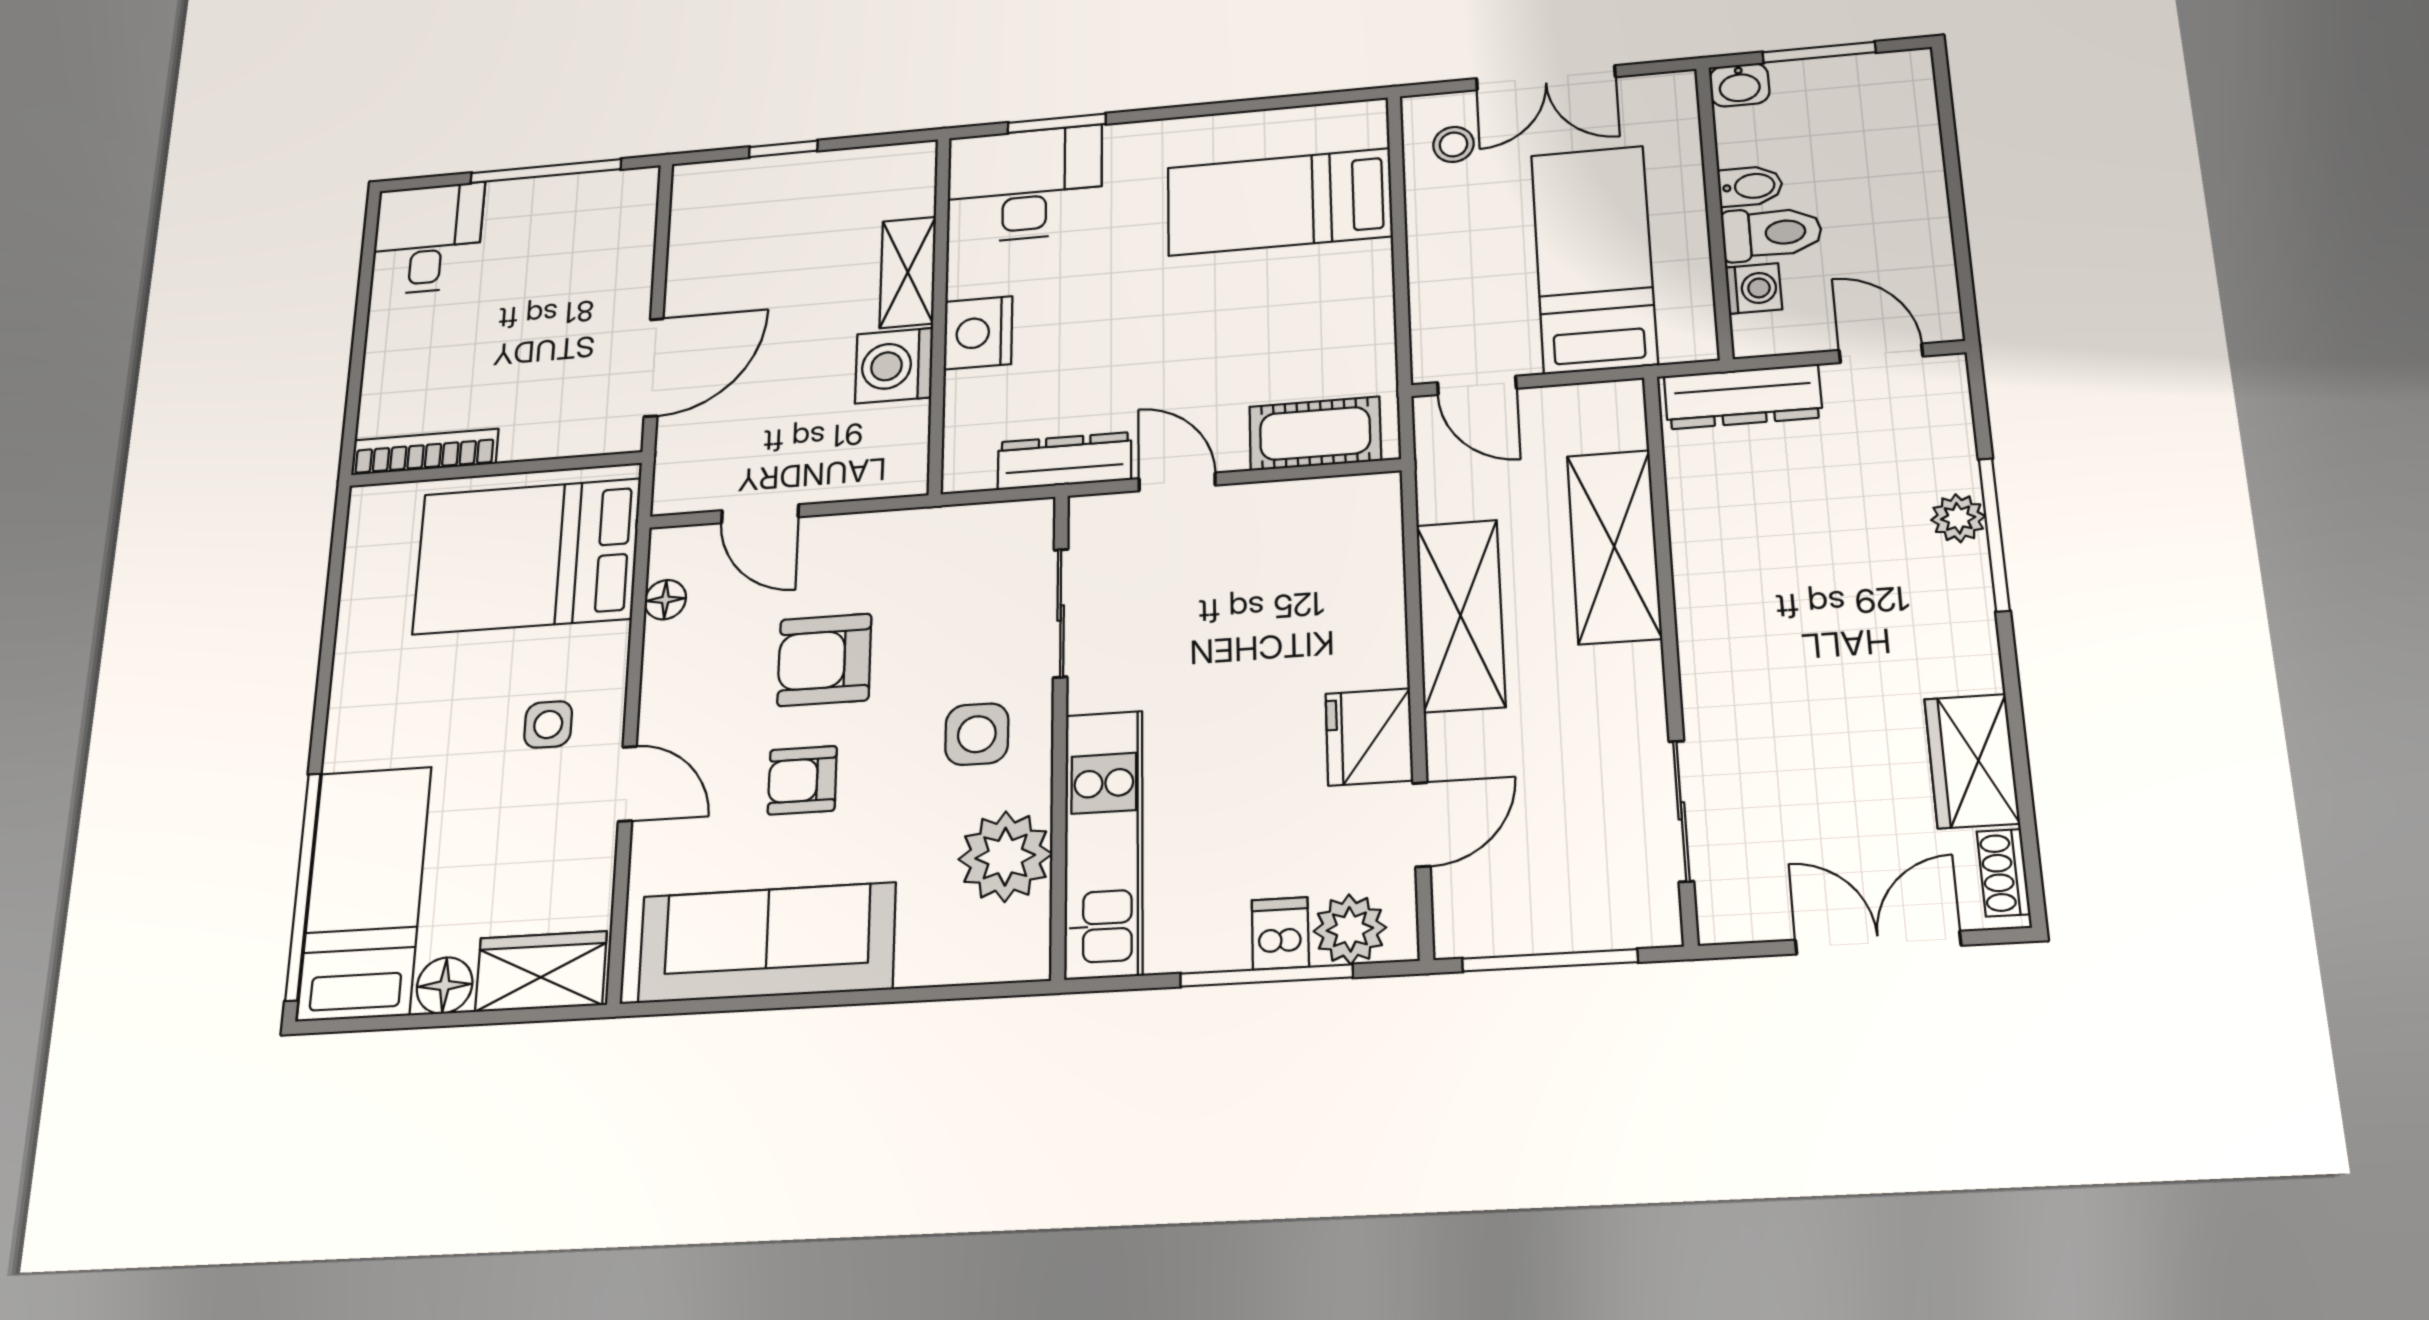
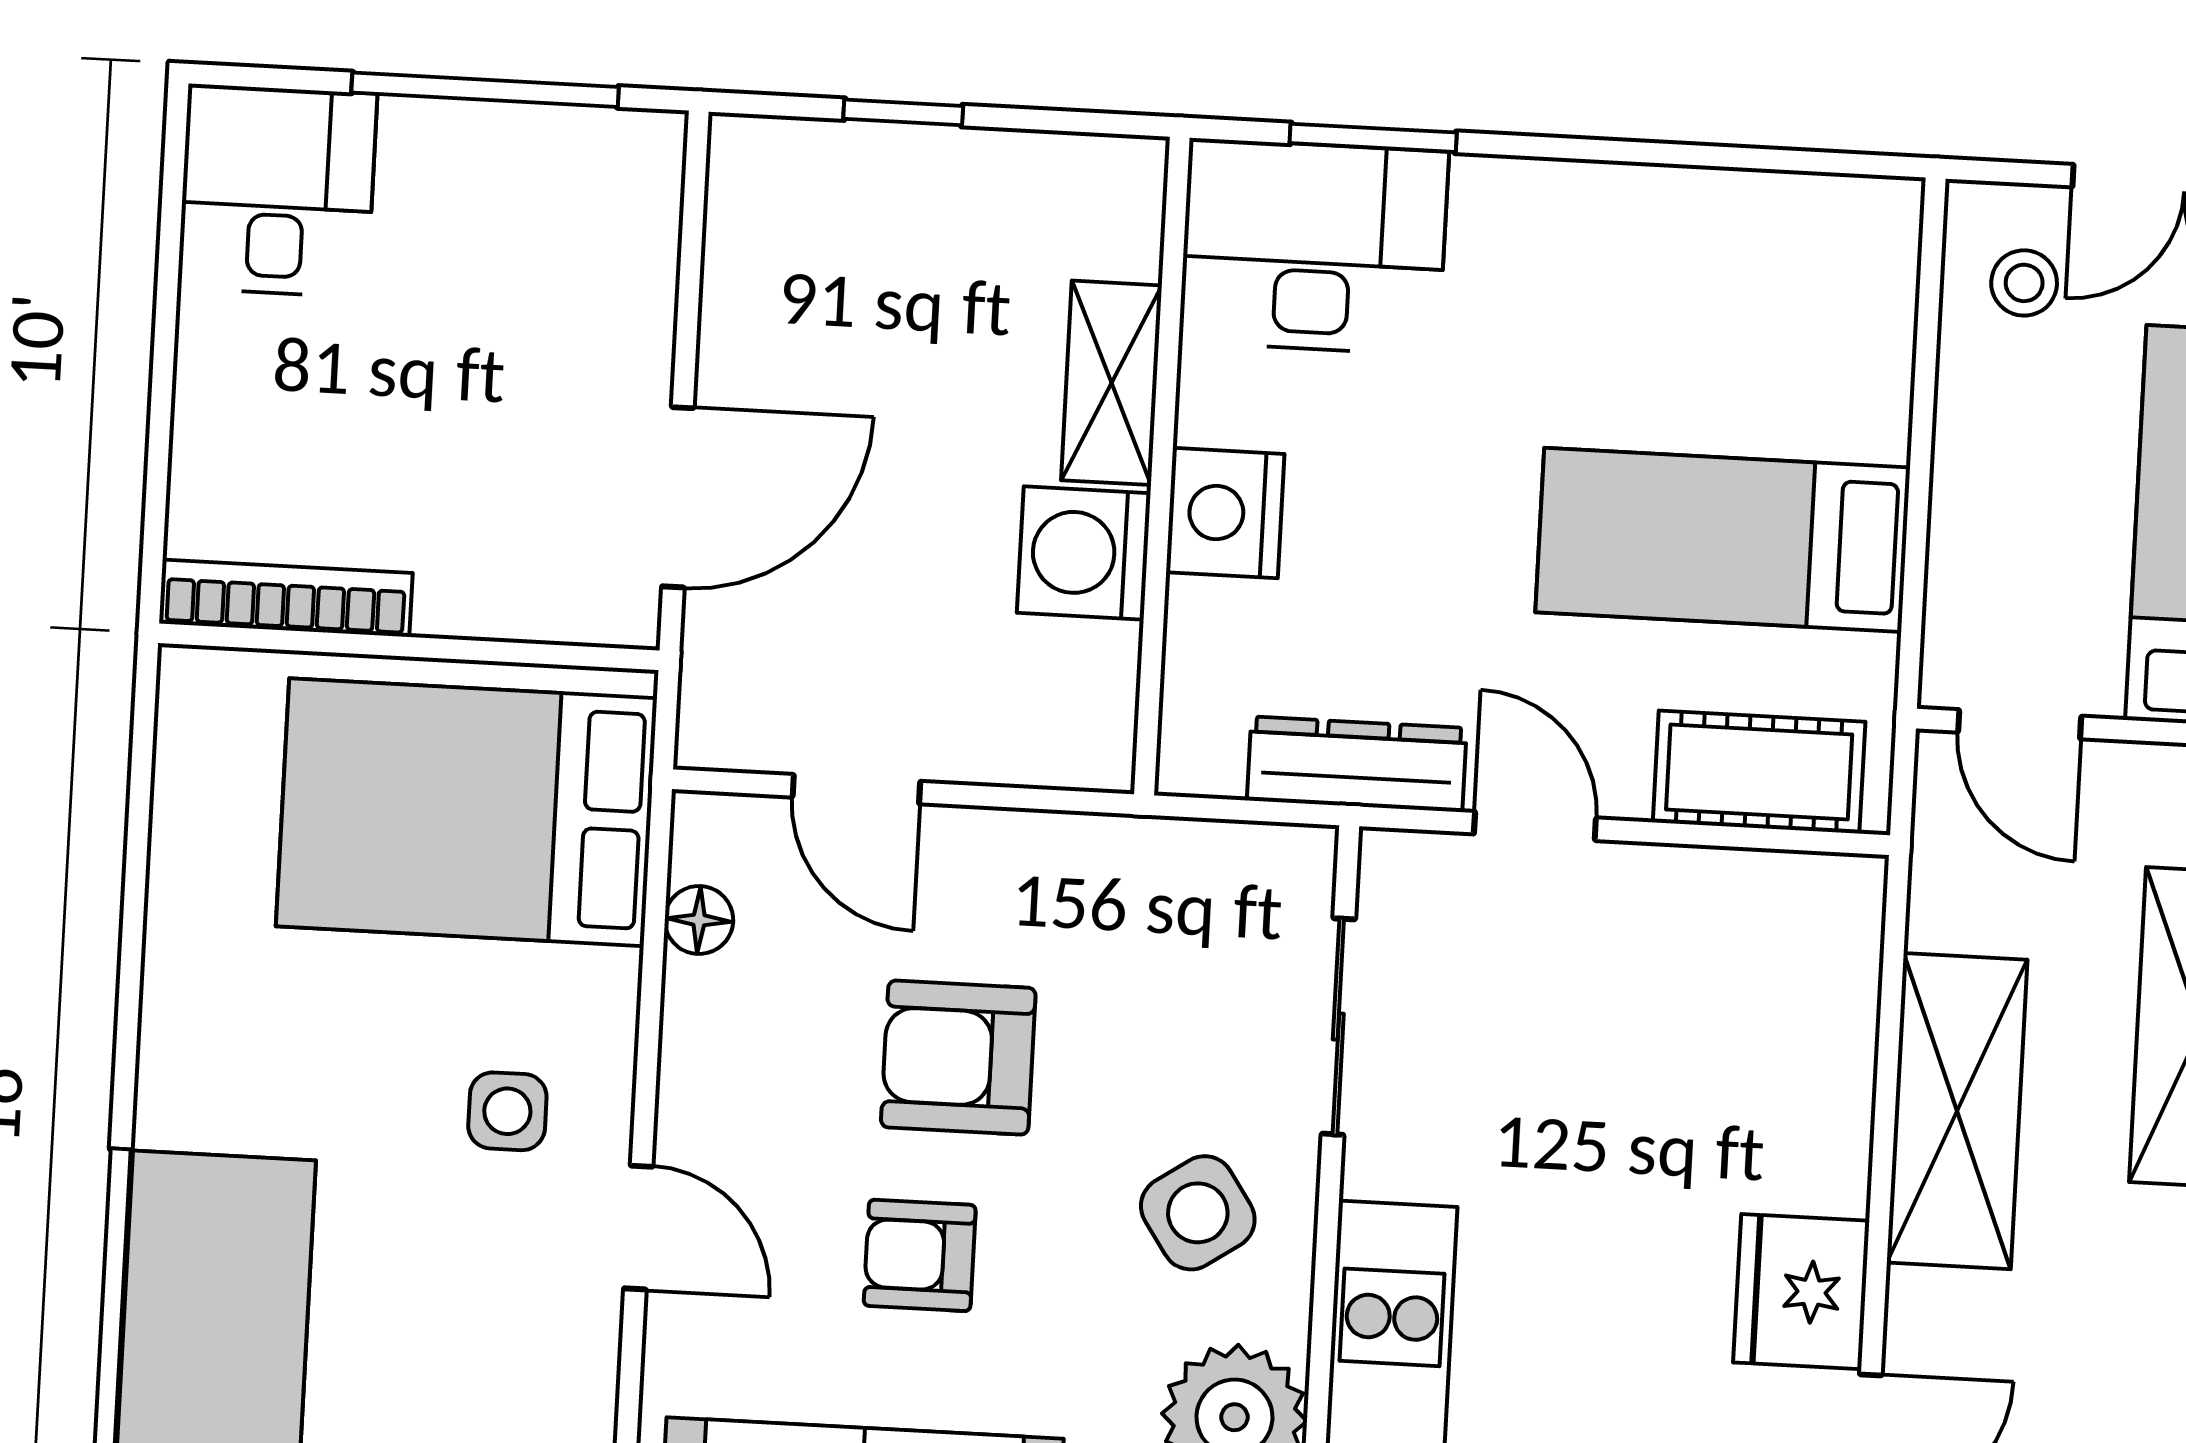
bed: (1279, 202) -> (1723, 540), moved
side table: (977, 734) -> (1198, 1213), turned -34

